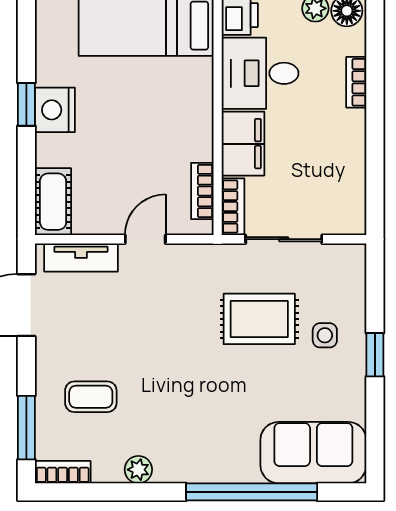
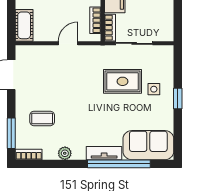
tv unit: (81, 257) -> (104, 153), moved, turned 180

